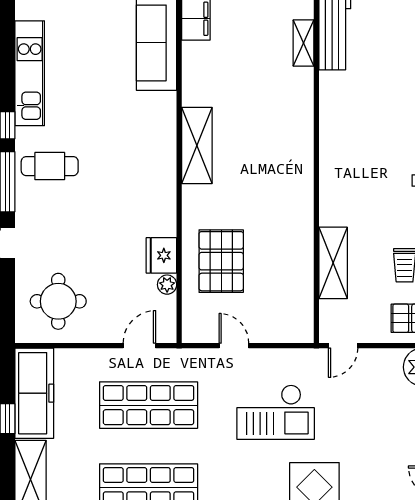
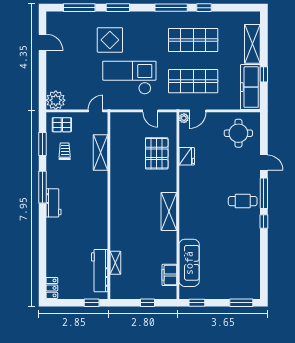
kitchen unit: (30, 73) -> (253, 248), removed
plant: (167, 285) -> (184, 118), moved
checkout: (276, 412) -> (129, 78), width x1.36, depth x1.21

